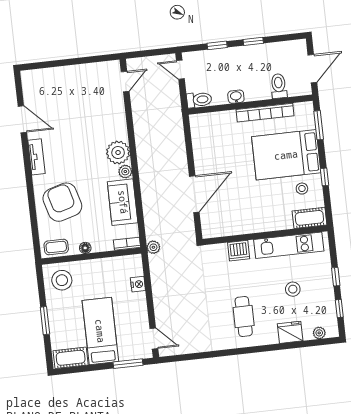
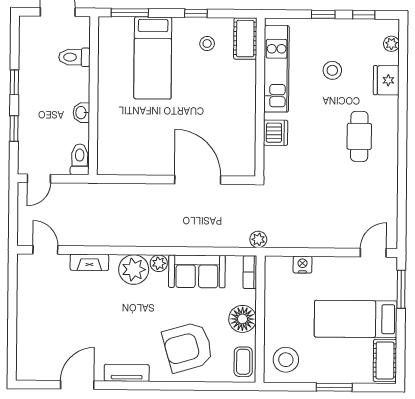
bookcase: (265, 113) -> (106, 78), removed
fireplace: (119, 117) -> (89, 262), added
bed: (286, 155) -> (153, 58), width x0.67
floor lamp: (85, 248) -> (242, 319), width x1.89, depth x1.89
cafe table: (244, 317) -> (359, 136), turned 90

